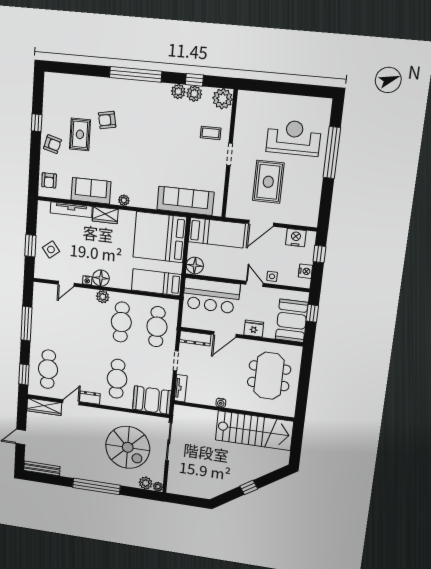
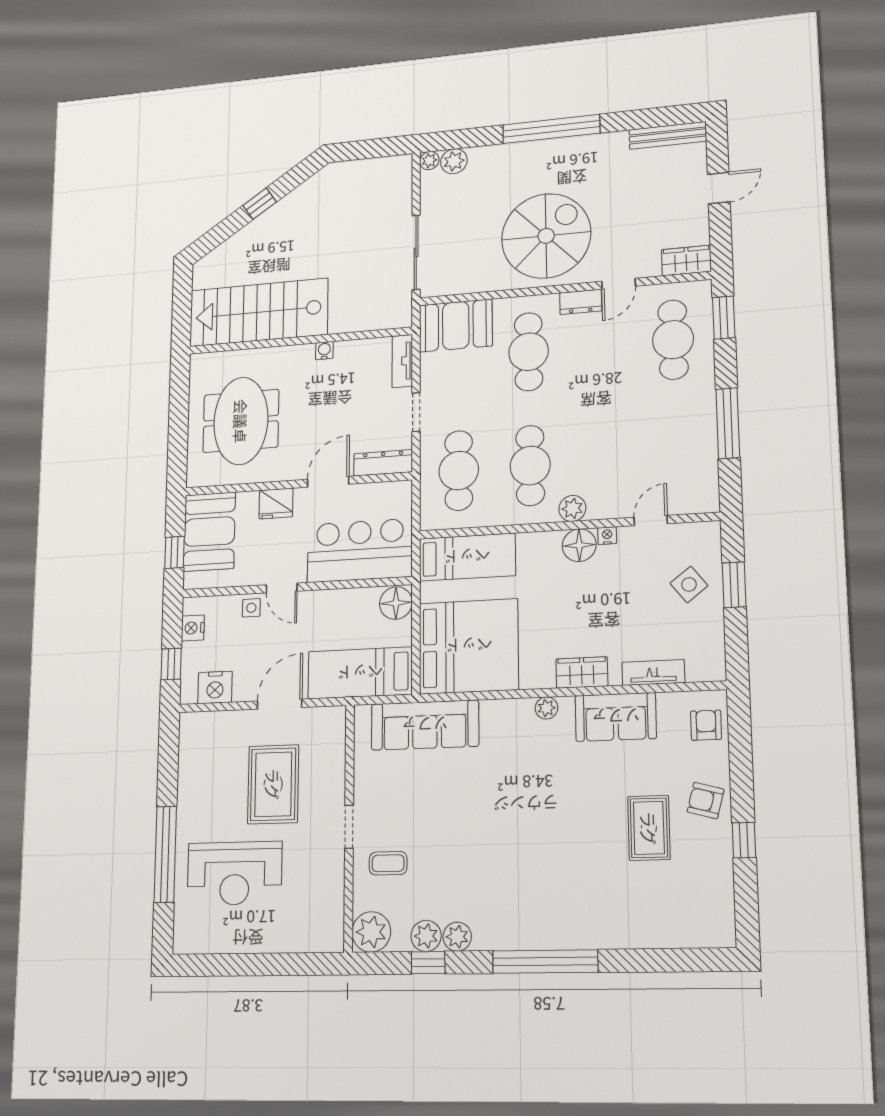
armchair: (107, 120) -> (595, 864), removed
tv unit: (71, 210) -> (653, 673), width x0.71
wardrobe: (44, 407) -> (686, 261), width x0.67
spiral stairs: (128, 447) -> (546, 236), moved, turned 90

